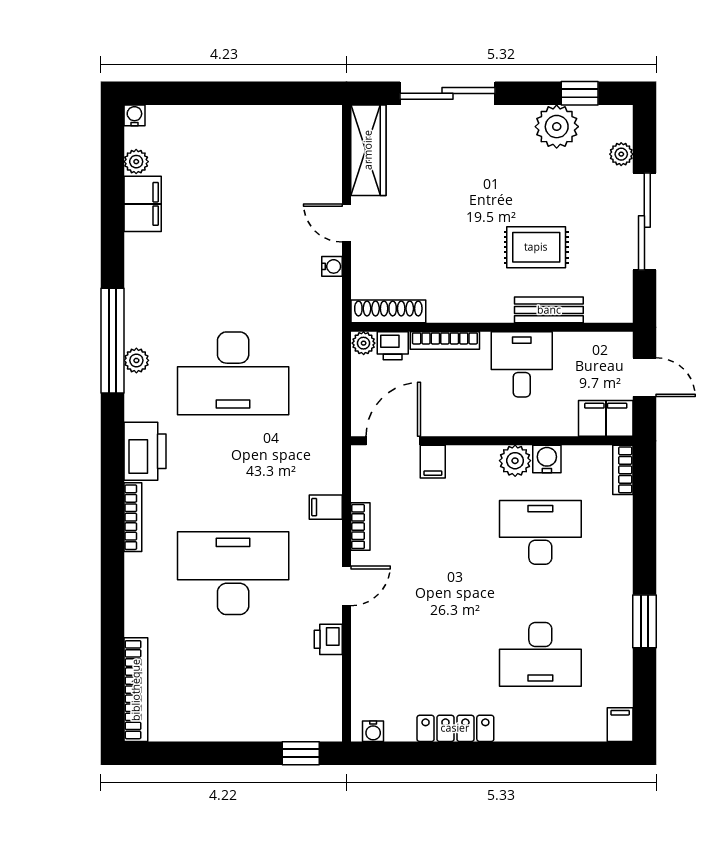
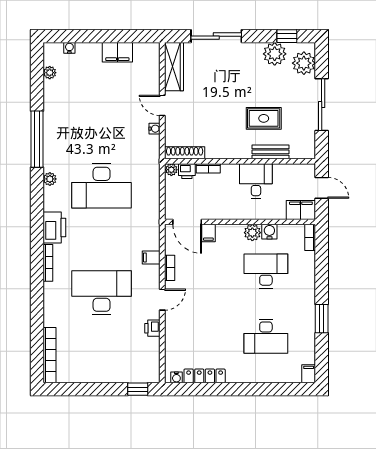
water cooler: (134, 115) -> (69, 48), moved
plant: (621, 154) -> (304, 63), width x1.88, depth x1.88
filing cabinet: (143, 204) -> (117, 52), moved, turned 90
window: (112, 341) -> (37, 139), moved
bookcase: (445, 341) -> (208, 168), width x0.64
door: (393, 441) -> (187, 222), swing flipped
locker: (455, 728) -> (205, 376), moved

